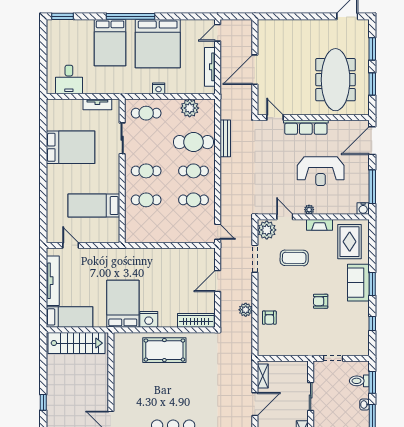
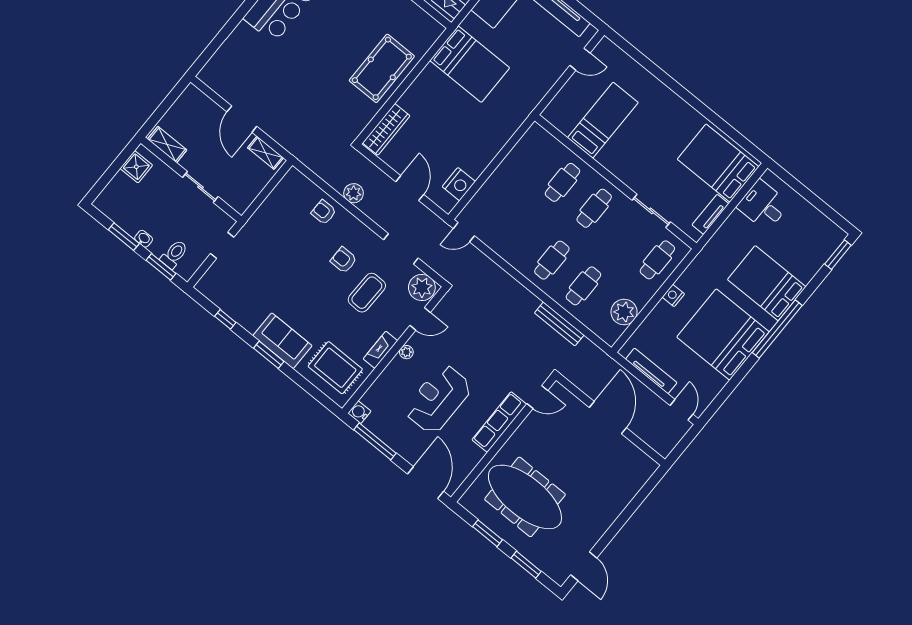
cafe table: (194, 142) -> (583, 286), width x0.73, depth x0.74
bed: (70, 147) -> (718, 163), moved, turned 90
cafe table: (194, 200) -> (520, 234), removed
armchair: (321, 301) -> (344, 260), moved, turned -90
nightstand: (149, 319) -> (459, 184), moved, turned 180

